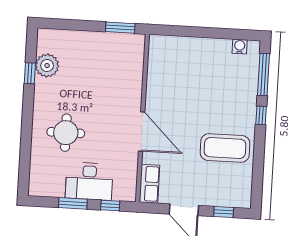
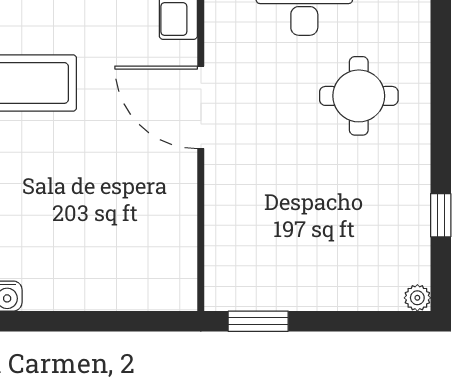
plant: (47, 66) -> (417, 298), moved, width x0.53, depth x0.53

